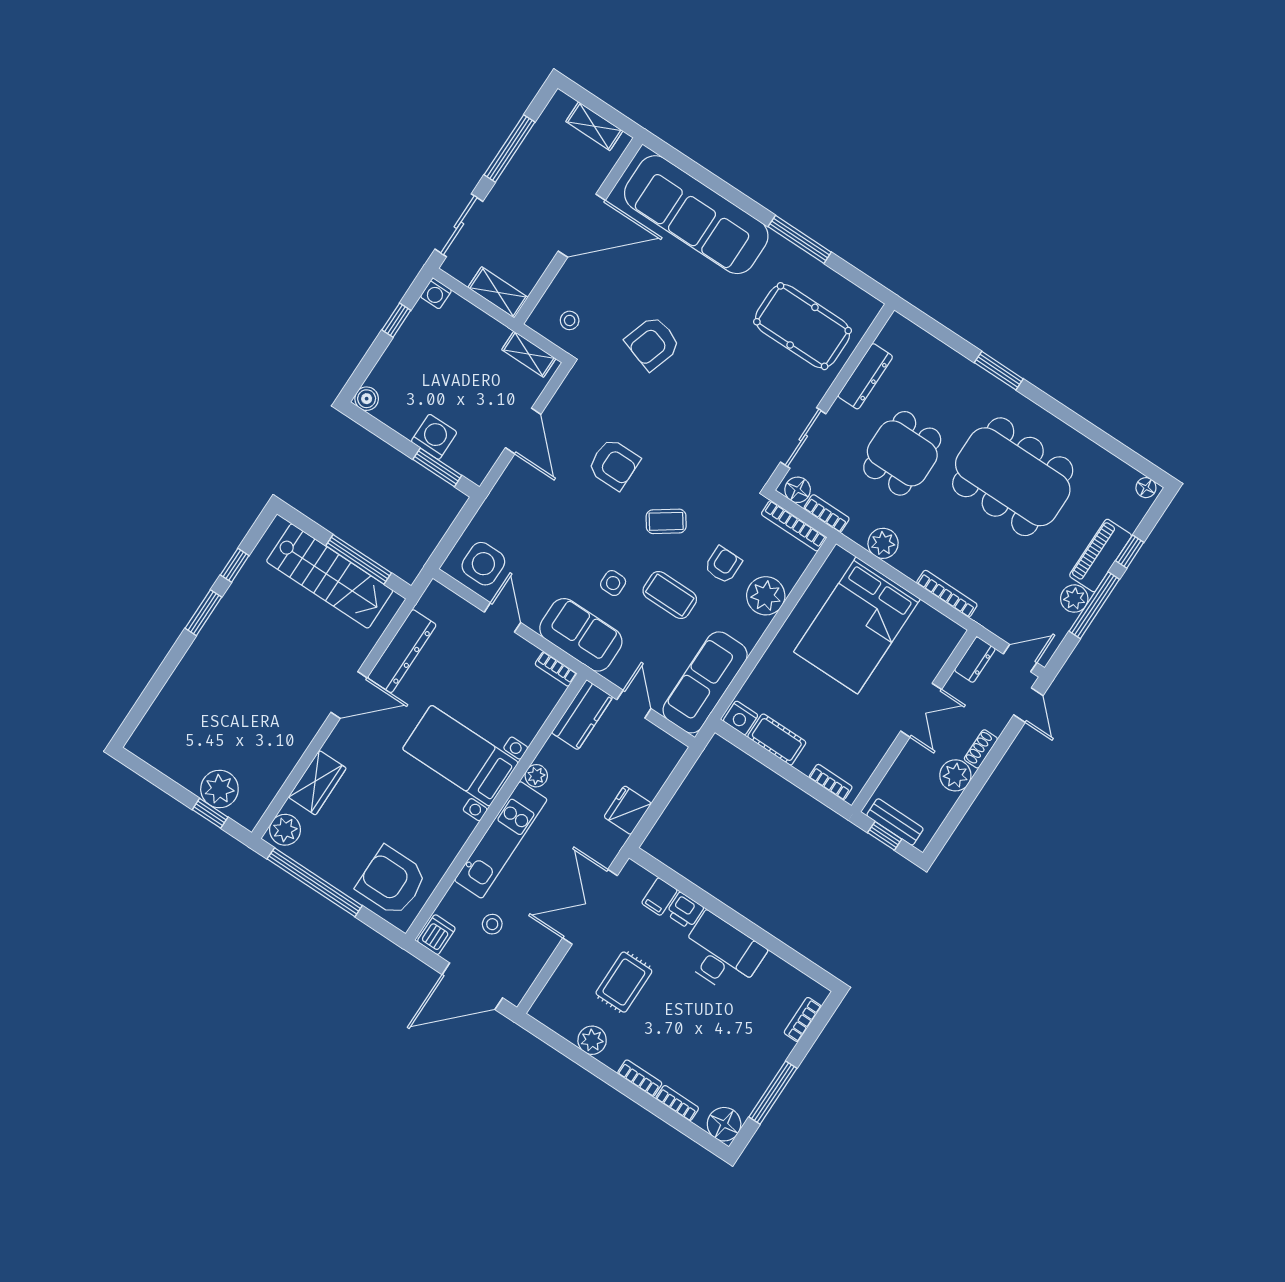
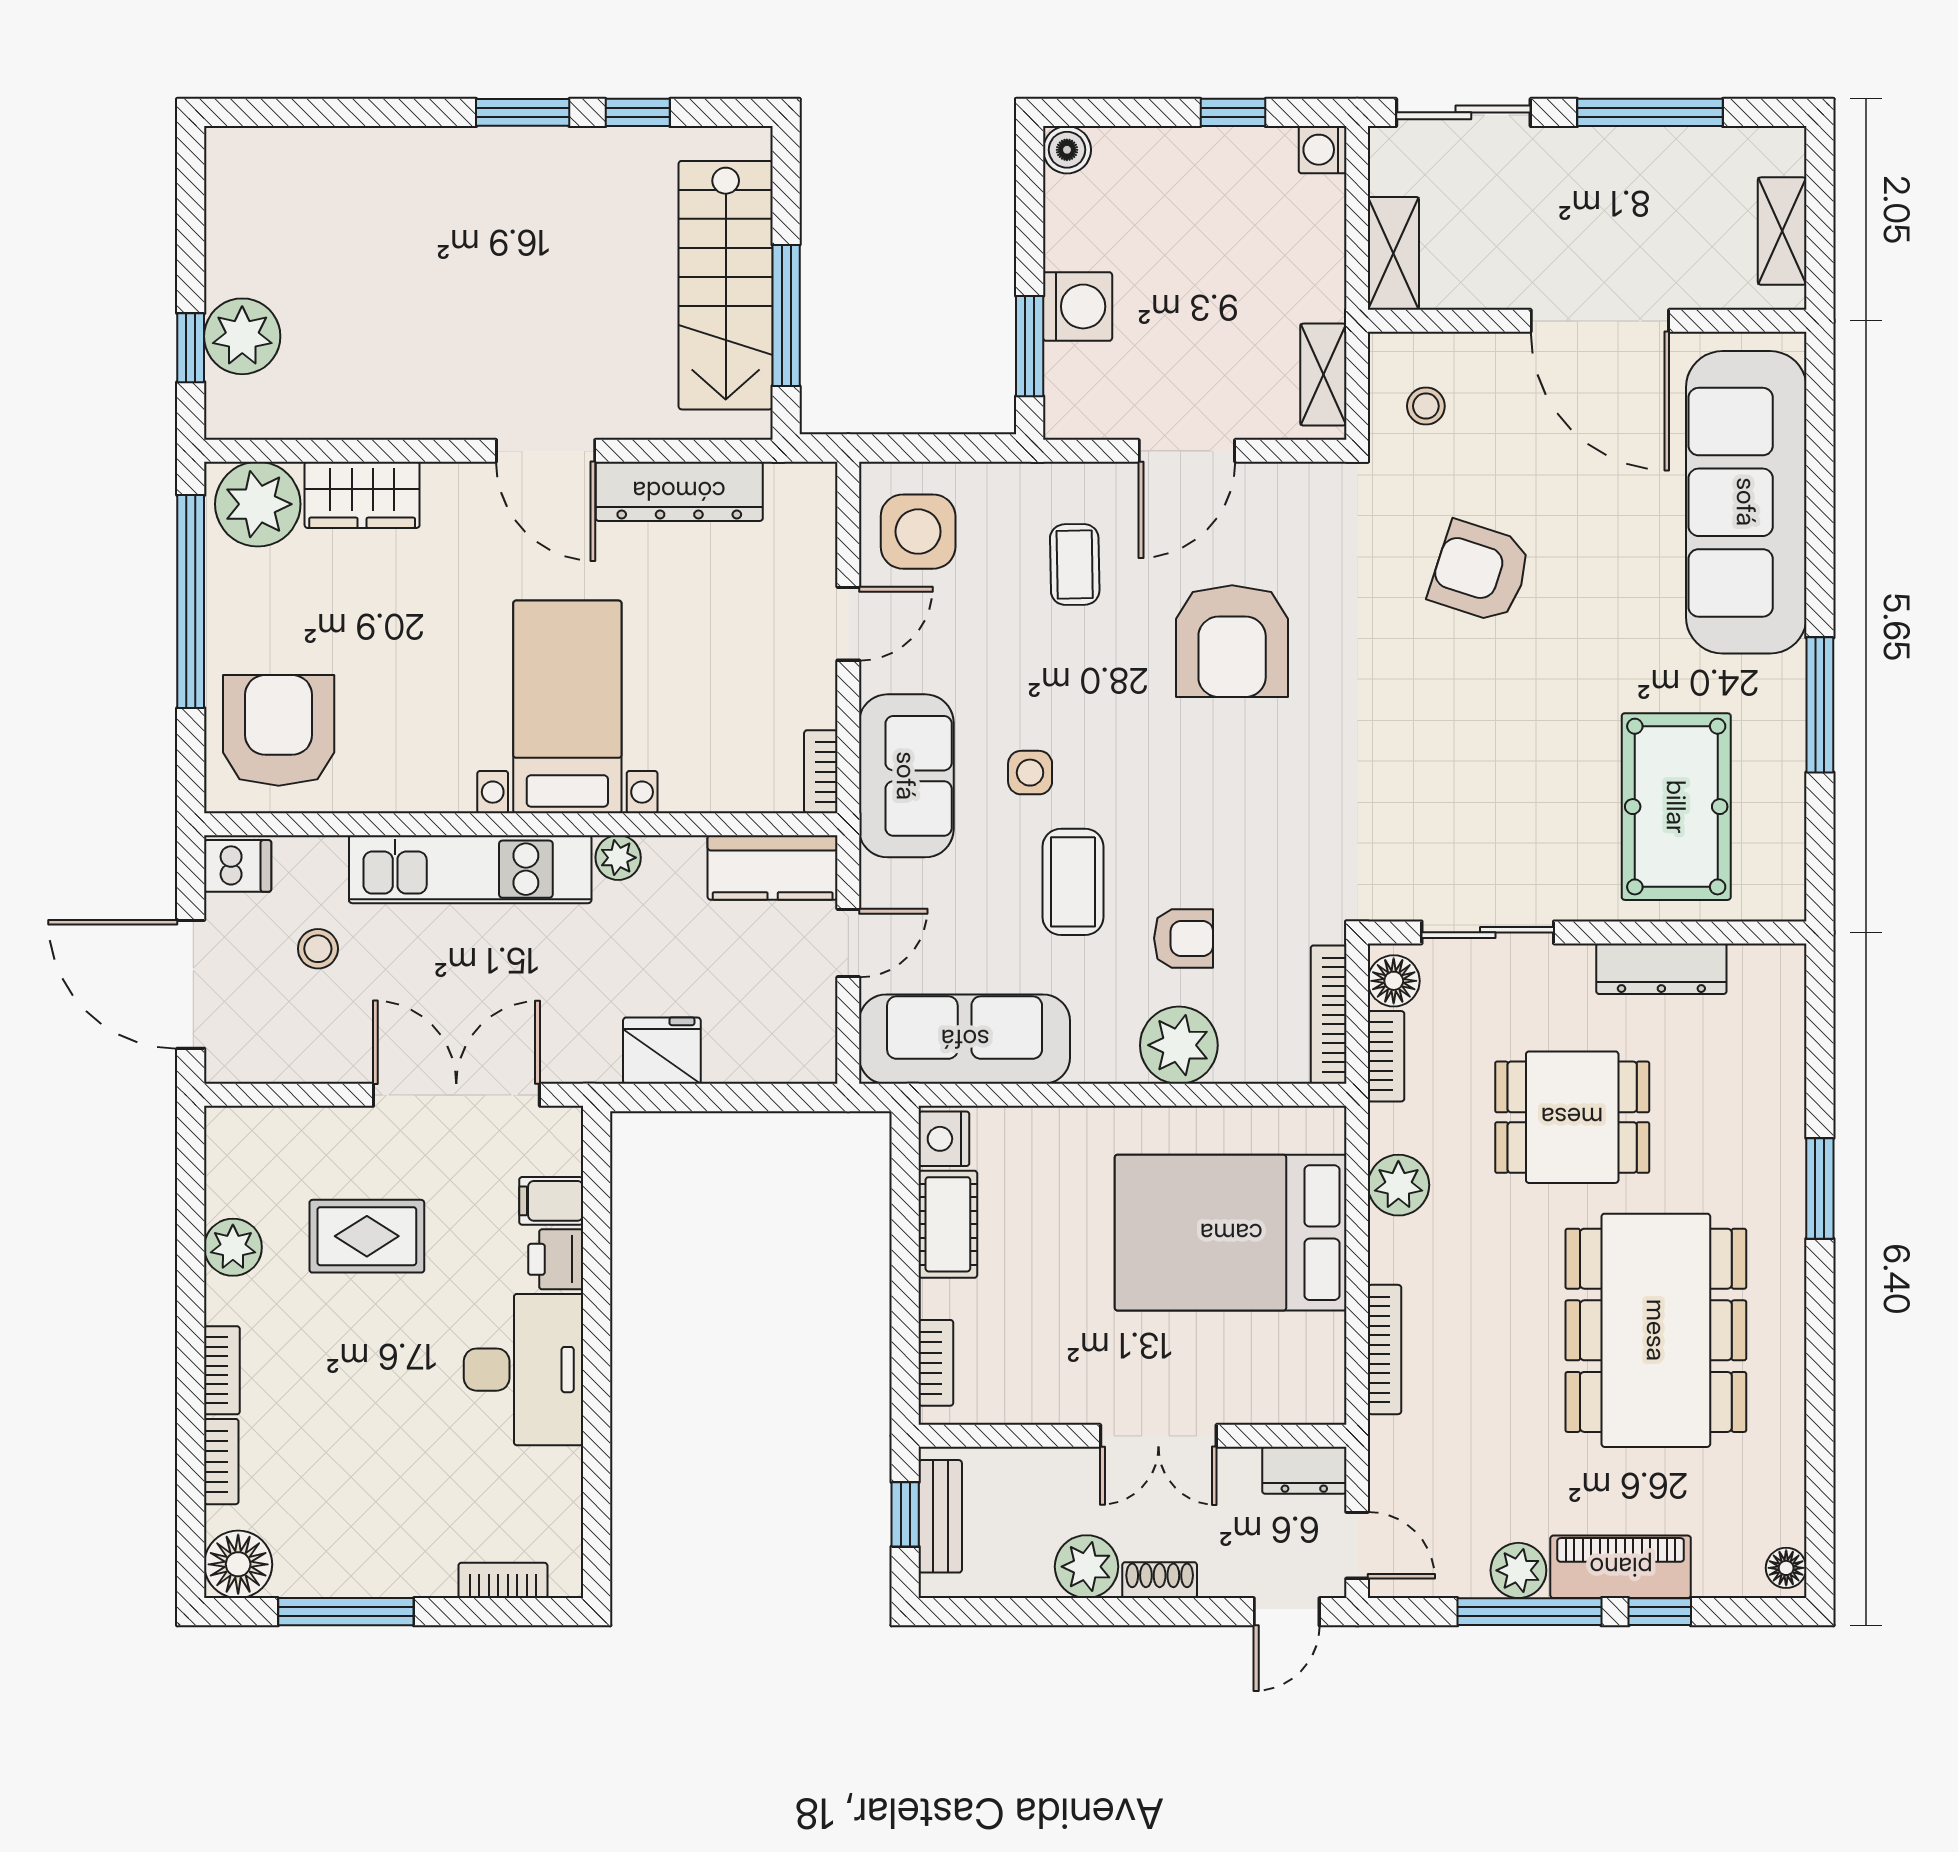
armchair: (614, 464) -> (1232, 641), width x1.36, depth x1.36
coffee table: (666, 521) -> (1075, 565), moved, turned 34
plant: (285, 830) -> (258, 504), width x1.36, depth x1.36

